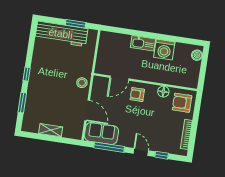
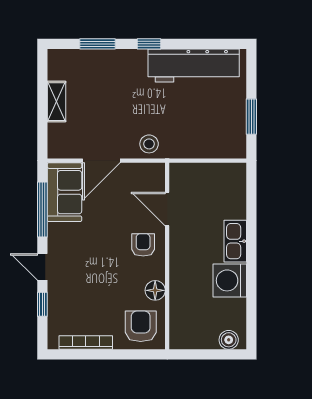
workbench: (61, 34) -> (194, 66), moved, turned -90
door: (141, 152) -> (42, 267), swing flipped

